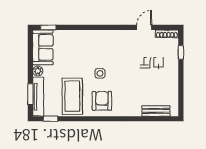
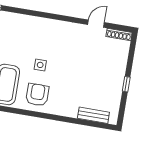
window: (181, 52) -> (126, 84), moved

